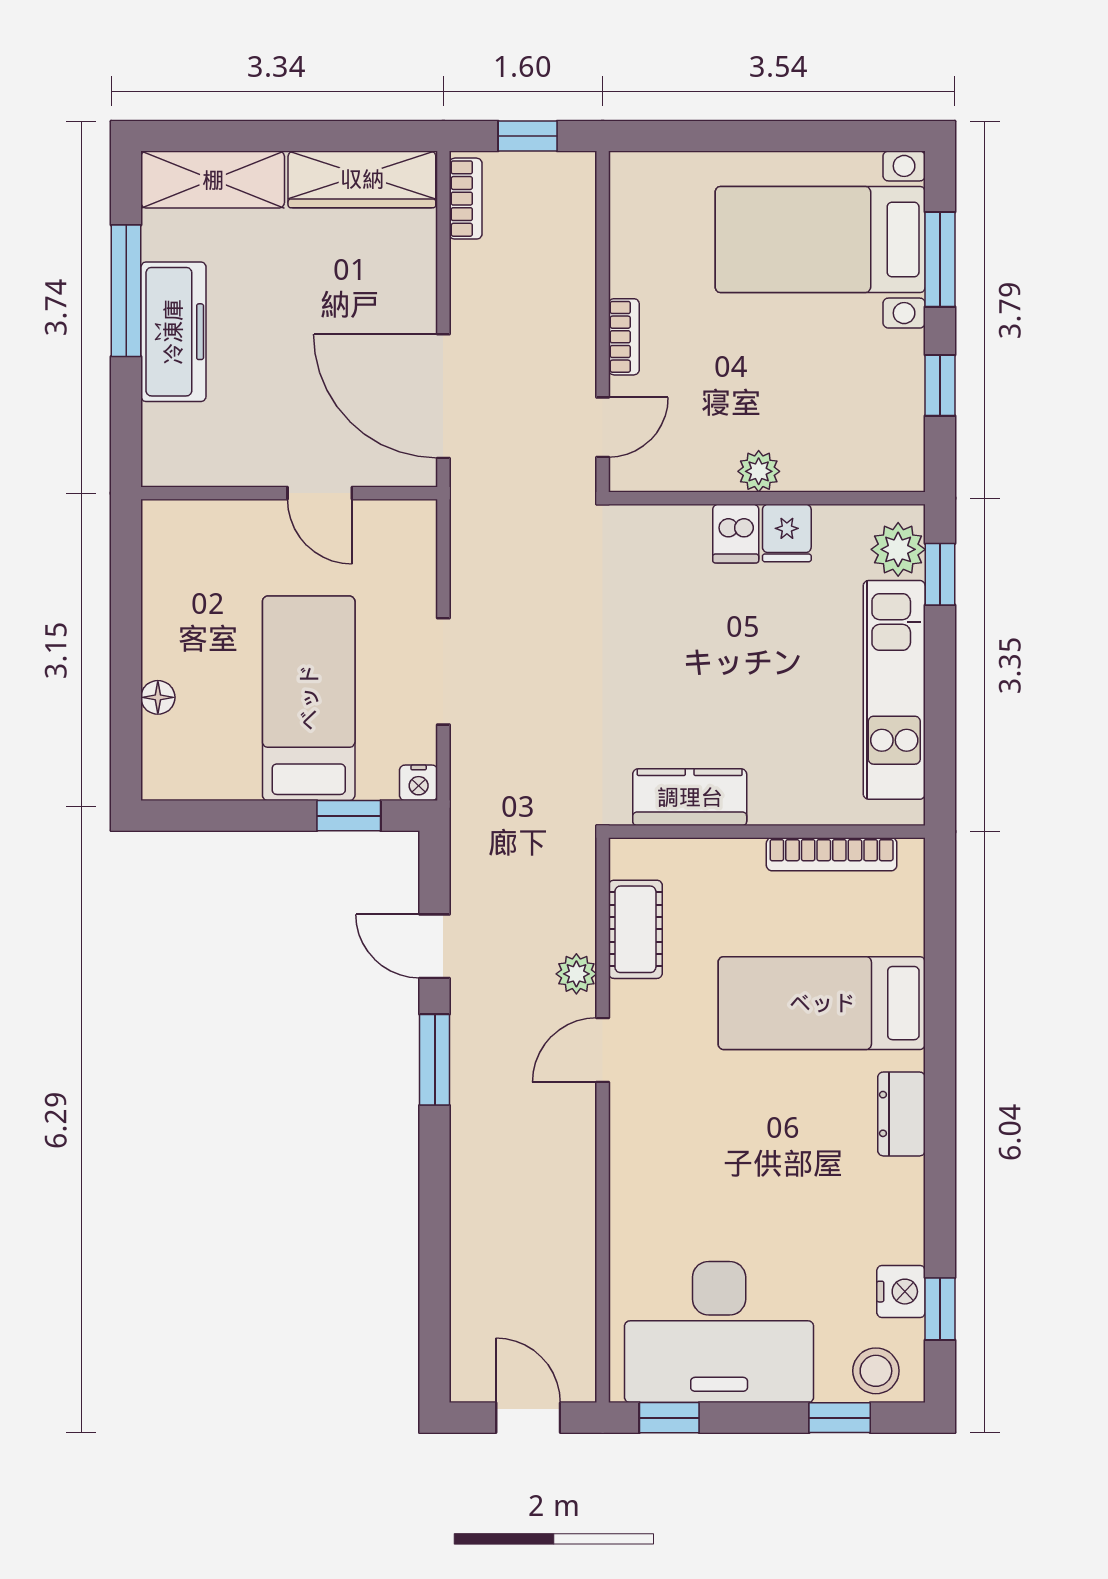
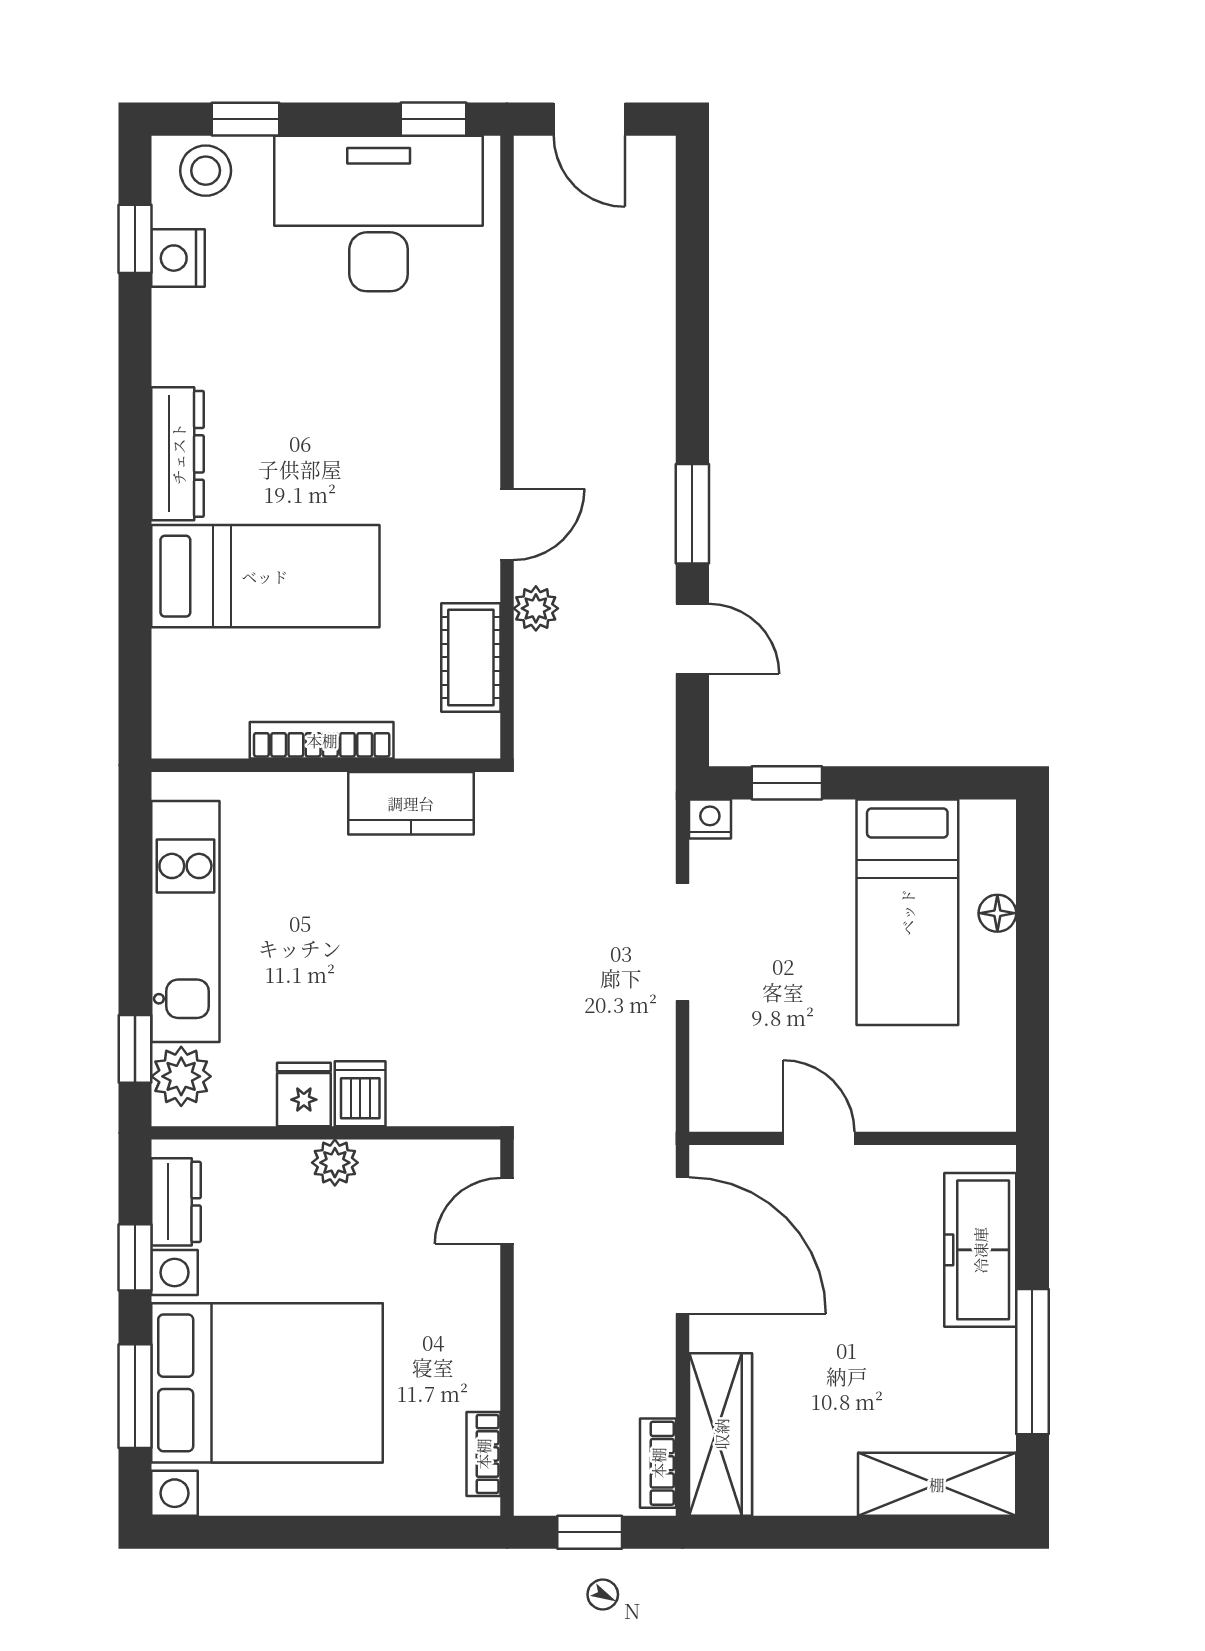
wardrobe: (362, 179) -> (721, 1434), moved, turned 90
bed with nightstands: (820, 240) -> (267, 1383), width x1.36
freezer: (173, 332) -> (980, 1250), moved
bookcase: (624, 337) -> (483, 1454), moved
dresser: (903, 436) -> (176, 1202), added
bed: (309, 698) -> (907, 912), moved
bookcase: (832, 854) -> (322, 740), moved
dresser: (901, 1114) -> (178, 454), width x1.44

